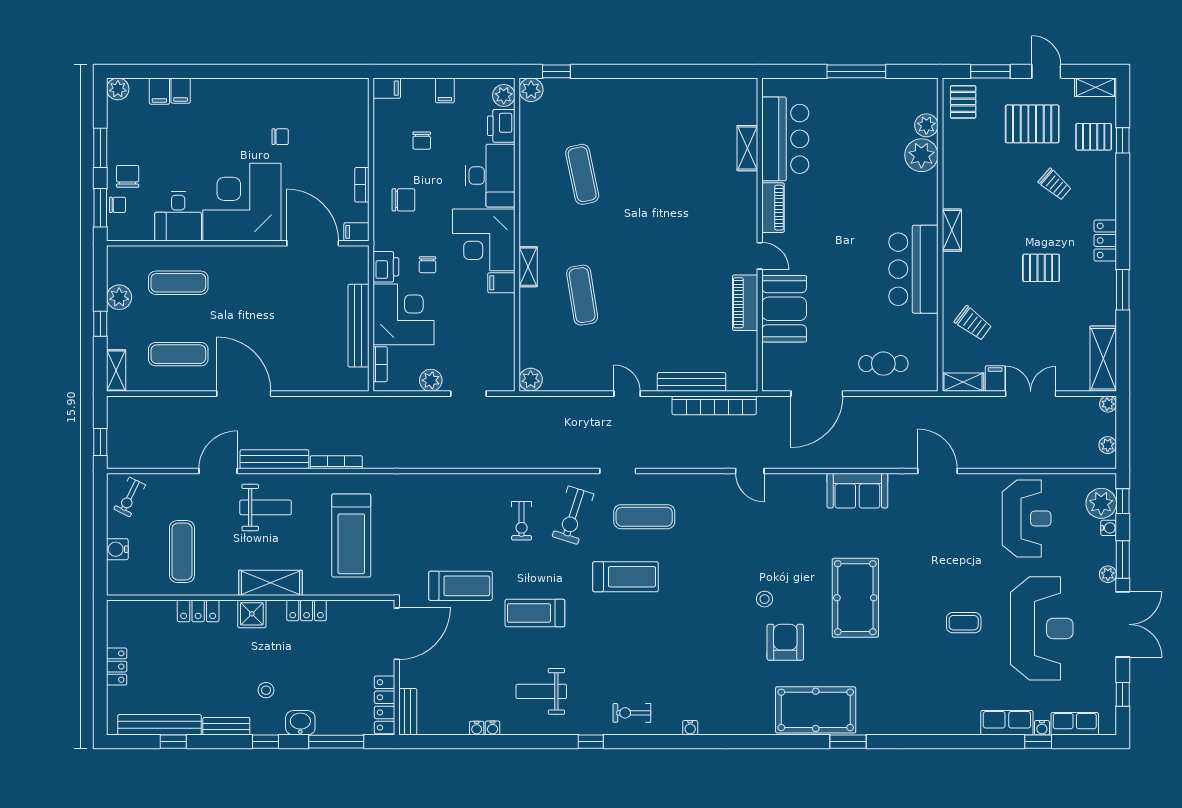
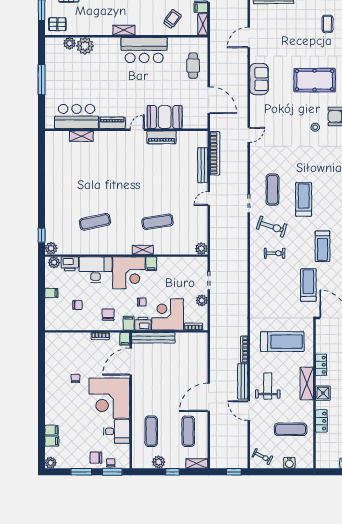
filing cabinet: (387, 88) -> (129, 323), moved
bench: (358, 326) -> (153, 338), moved

